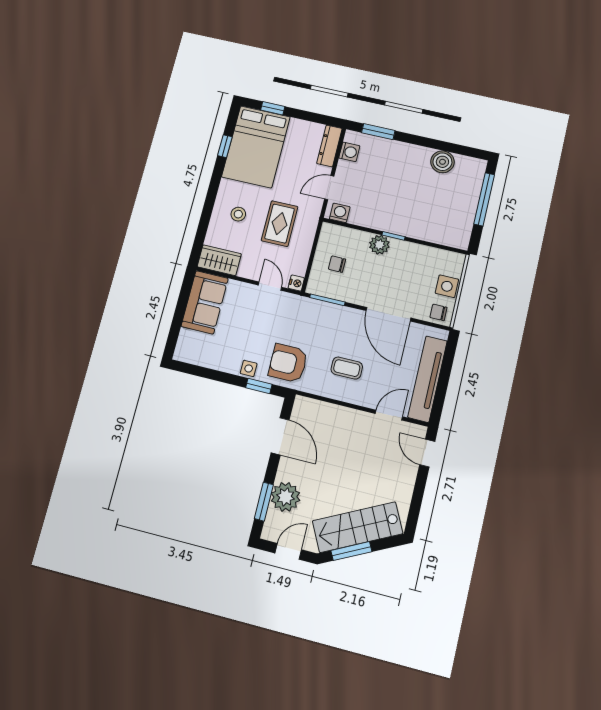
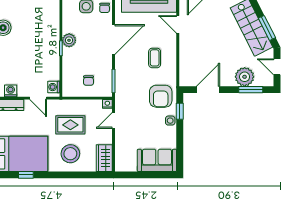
stool: (238, 214) -> (70, 154), width x1.89, depth x1.89
plant: (379, 245) -> (69, 40), moved
sofa: (205, 302) -> (157, 160), moved

